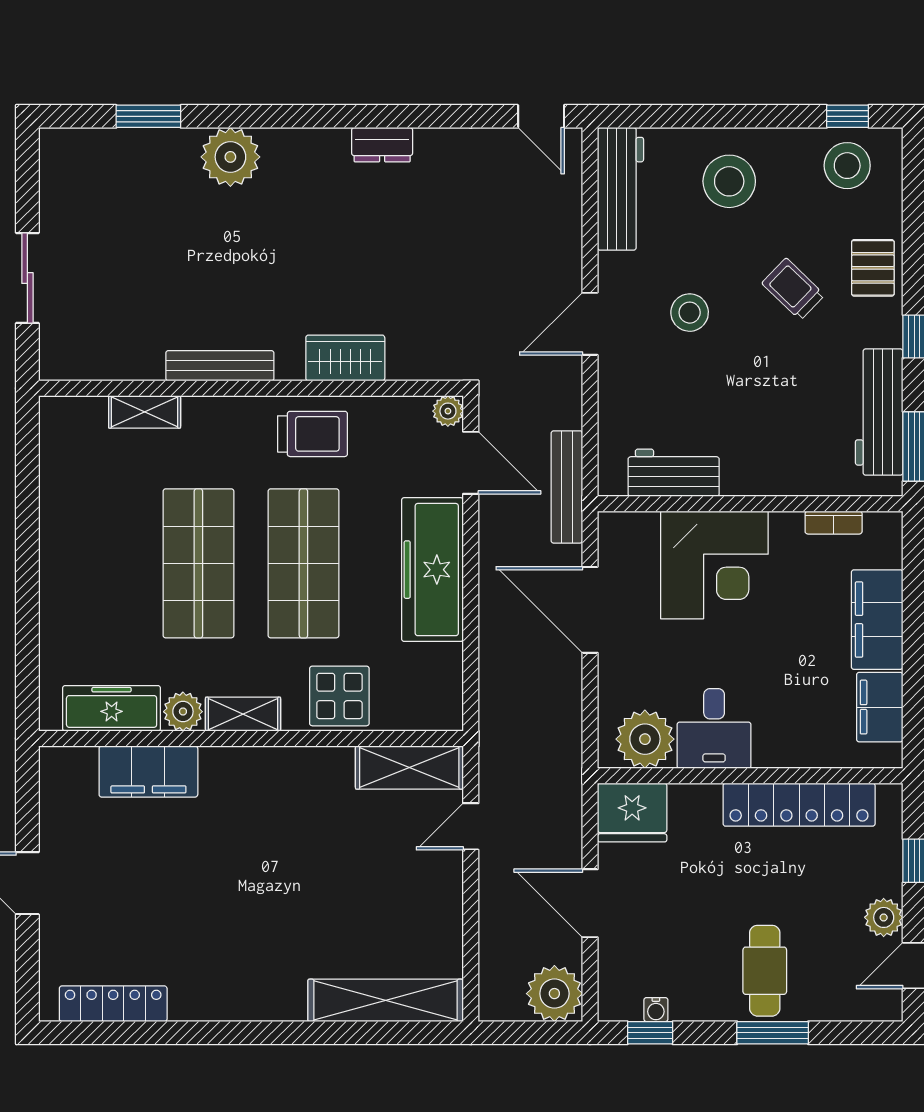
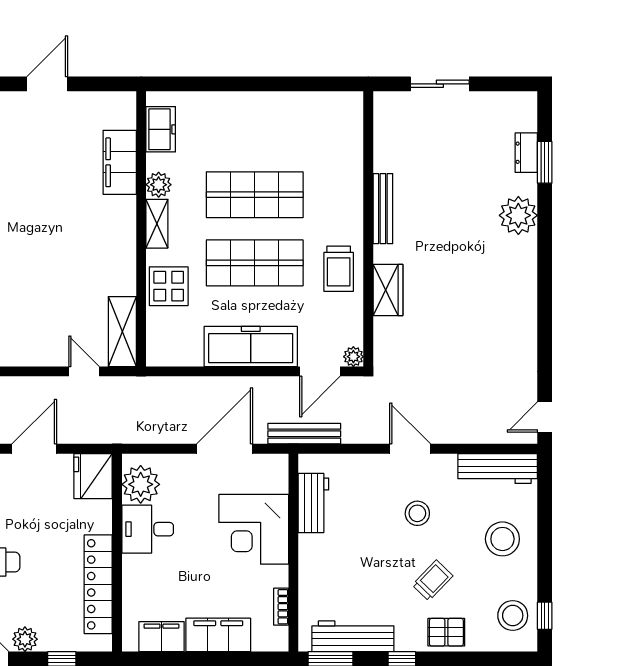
dresser: (382, 145) -> (526, 153), moved
shelving: (145, 412) -> (353, 160), removed
freezer: (112, 708) -> (161, 129), width x0.71

